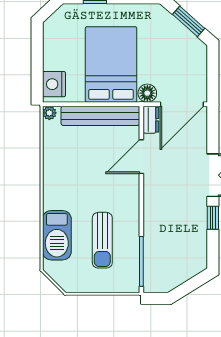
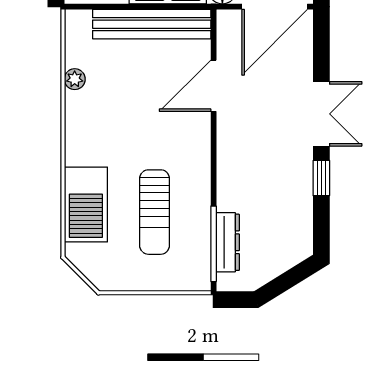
plant: (49, 113) -> (75, 79), moved
dresser: (151, 120) -> (228, 242), moved, width x1.44

